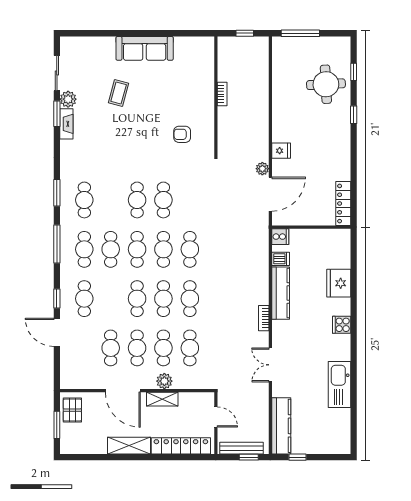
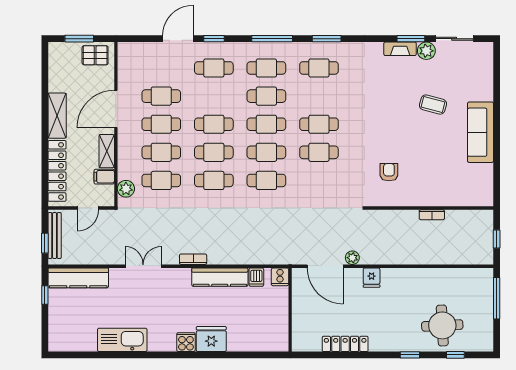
locker: (343, 204) -> (345, 344), moved
fridge: (339, 283) -> (211, 339), moved
plant: (164, 381) -> (126, 189), moved
filing cabinet: (186, 402) -> (104, 177), added

